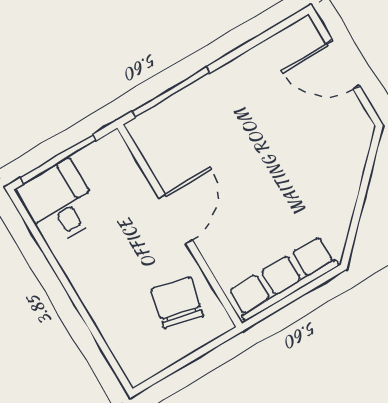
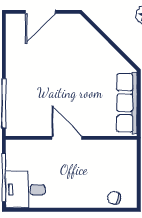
chair: (177, 303) -> (114, 198), moved, width x0.54, depth x0.54

